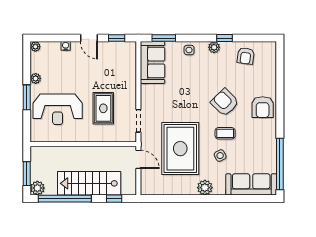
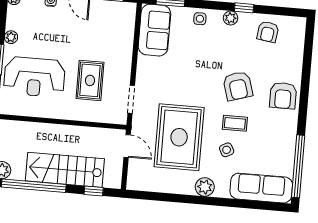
armchair: (225, 102) -> (238, 86), turned -152

